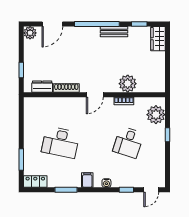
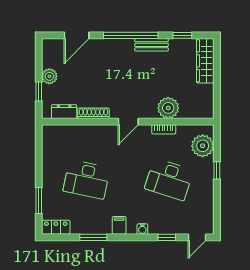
plant: (30, 33) -> (49, 76), moved
wardrobe: (158, 39) -> (205, 61), width x1.50
desk: (128, 142) -> (169, 179), width x1.37

